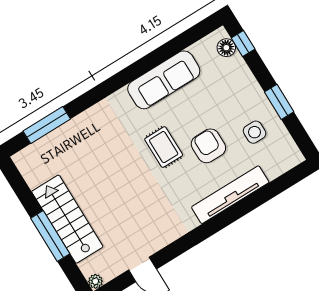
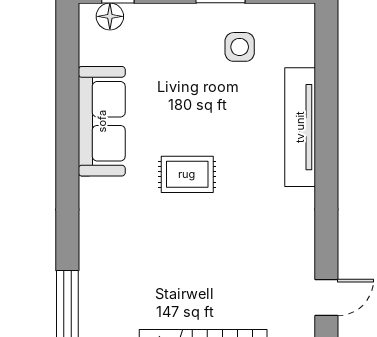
armchair: (208, 146) -> (221, 116), removed

